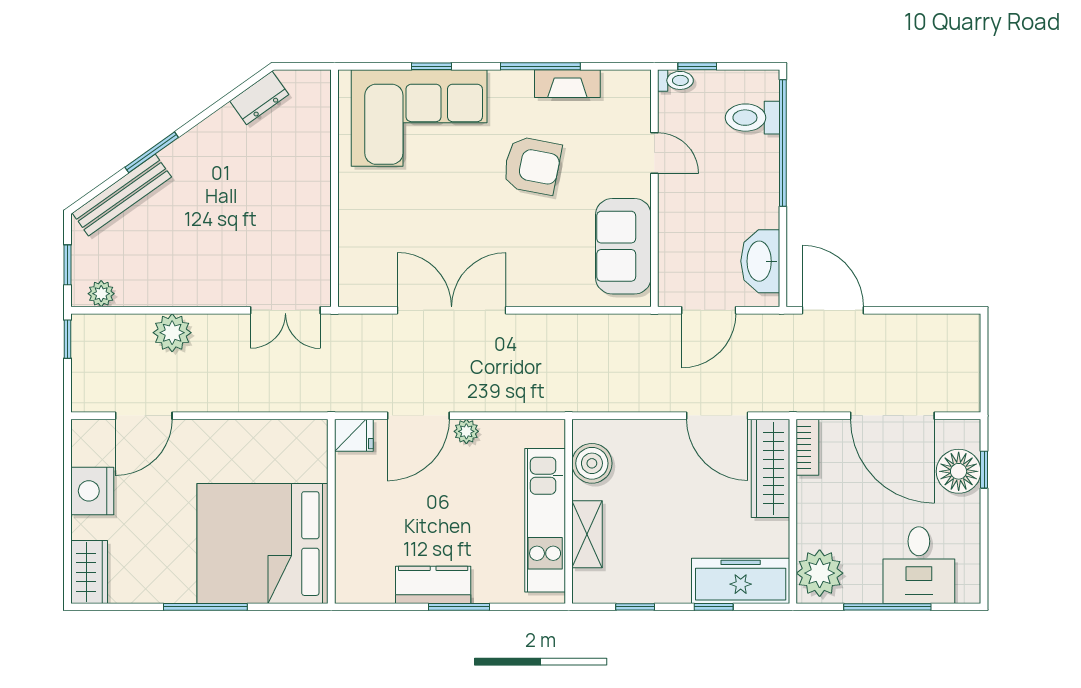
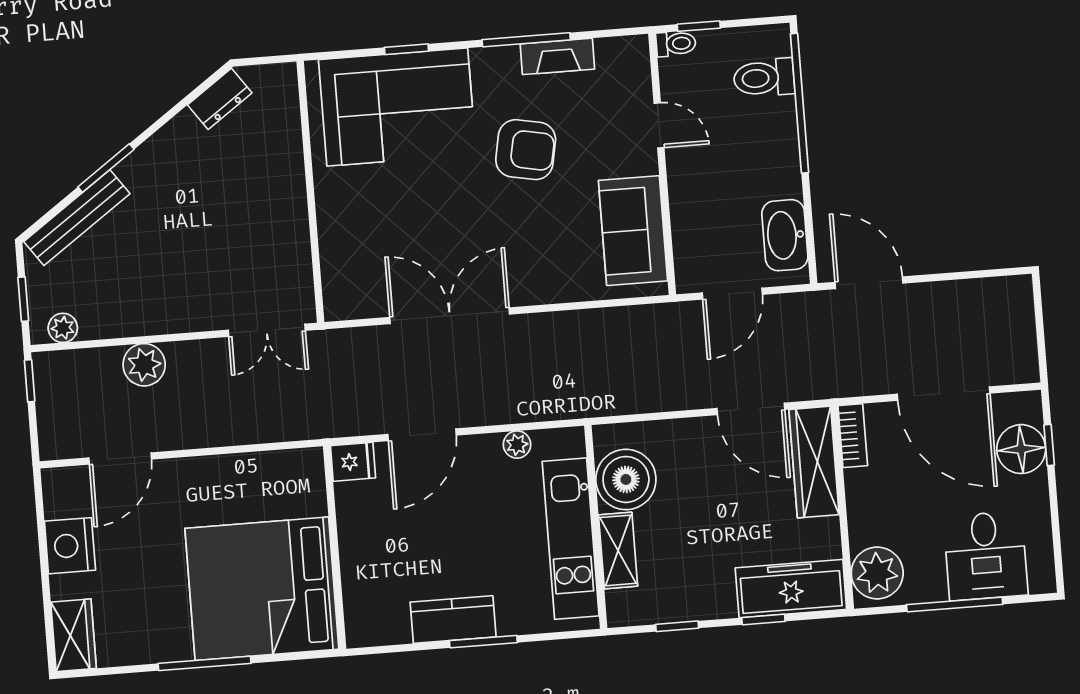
plant: (466, 431) -> (517, 445), moved
boiler: (592, 463) -> (626, 479), width x1.37, depth x1.37

